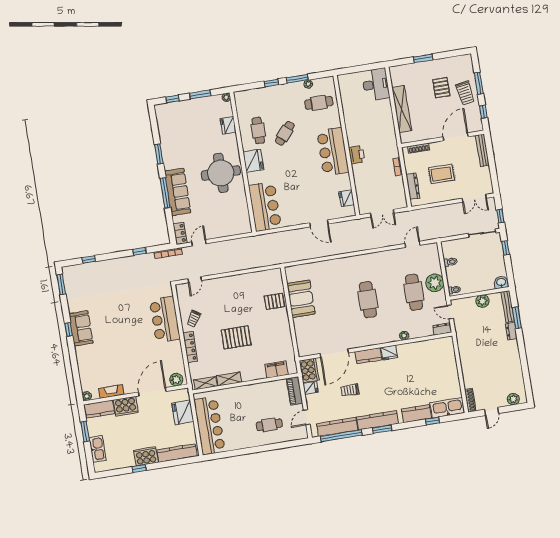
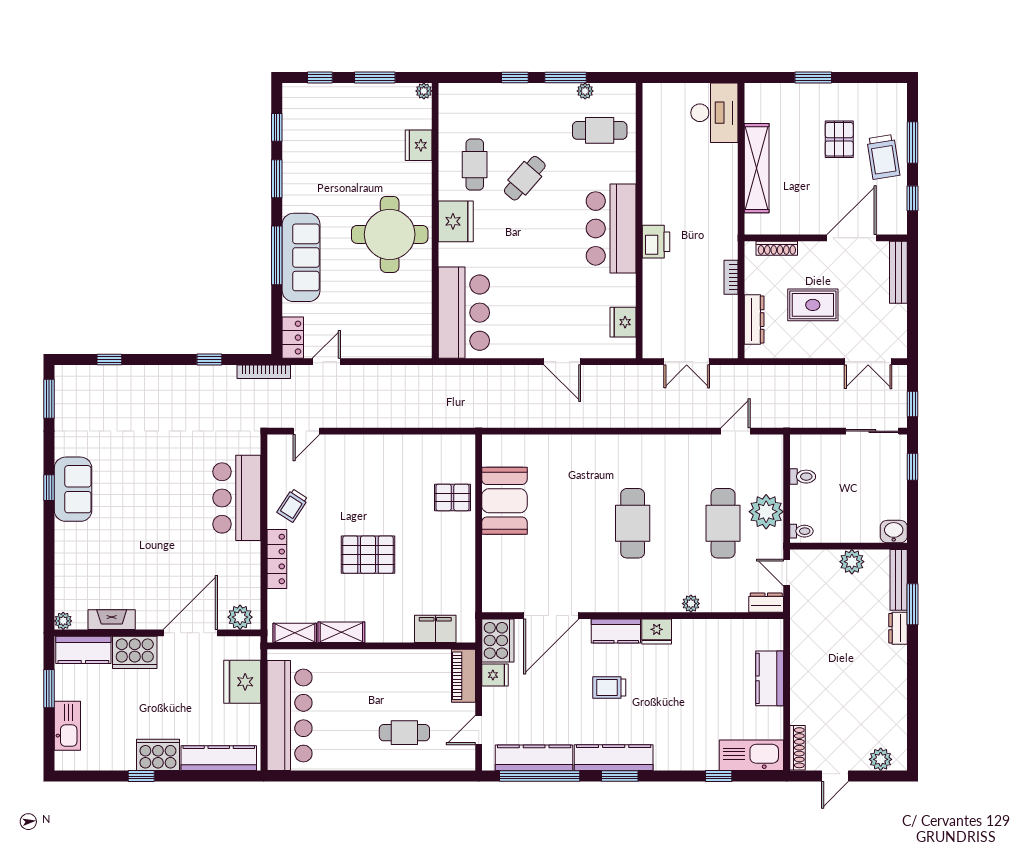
window: (155, 128) -> (277, 127), added
trolley: (350, 390) -> (609, 688), moved
kitchen counter: (416, 414) -> (770, 678), moved, turned -90

